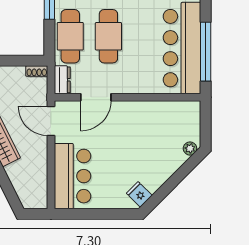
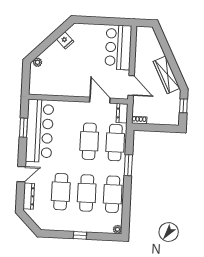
window: (206, 52) -> (24, 128), width x0.47
door: (96, 97) -> (100, 100), hinge flipped
fridge: (139, 194) -> (65, 40), moved

